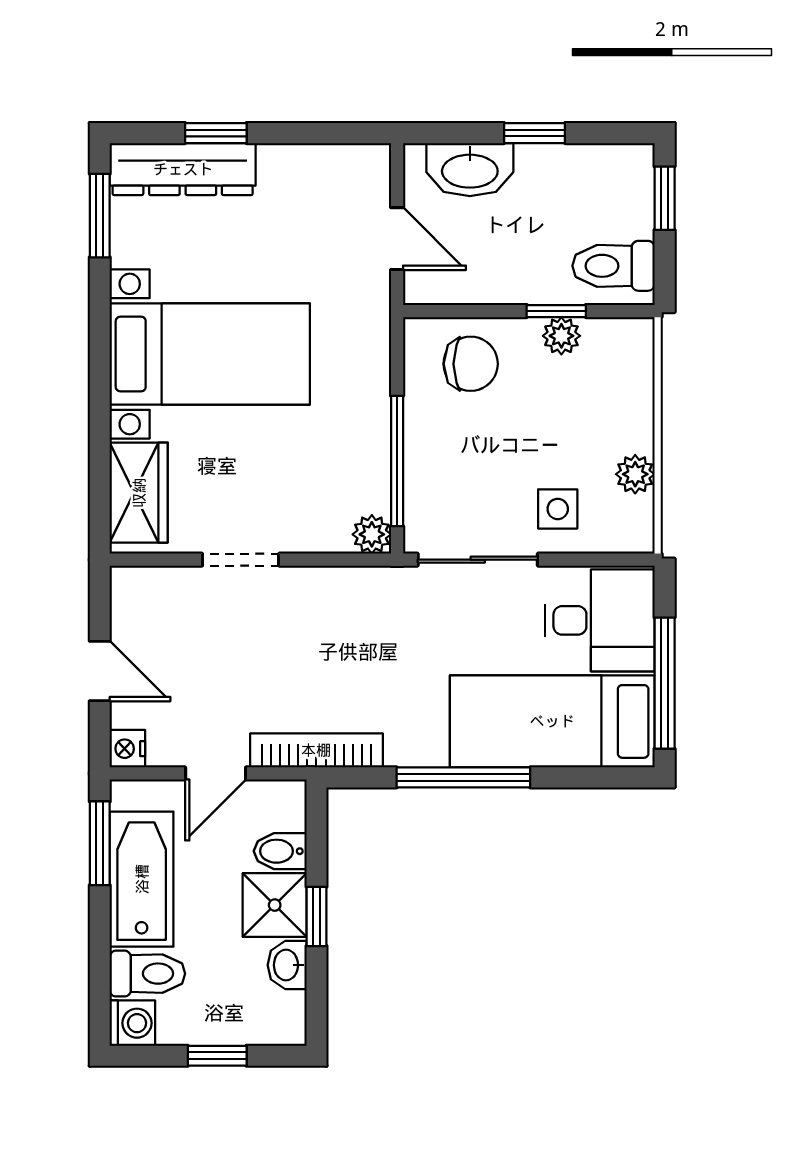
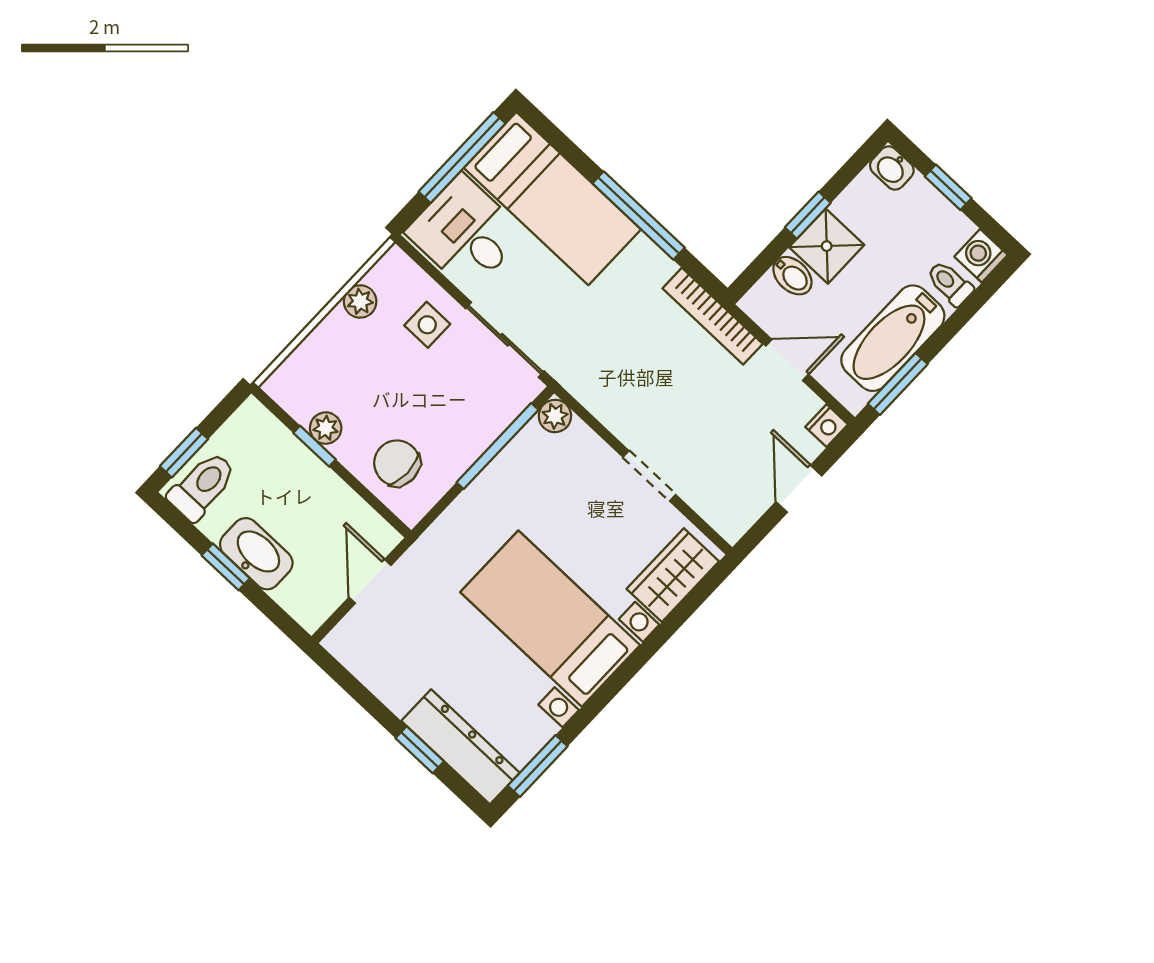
washbasin: (470, 170) -> (256, 554), moved
toilet: (614, 266) -> (202, 486), moved, turned -90
washbasin: (287, 965) -> (892, 168), moved, turned 90
toilet: (147, 974) -> (950, 283), width x0.73, depth x0.72

